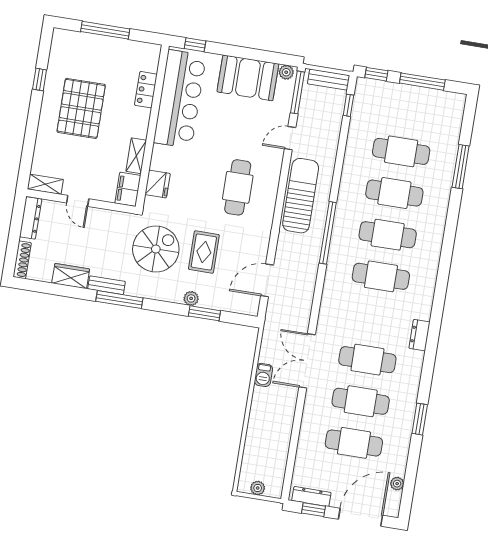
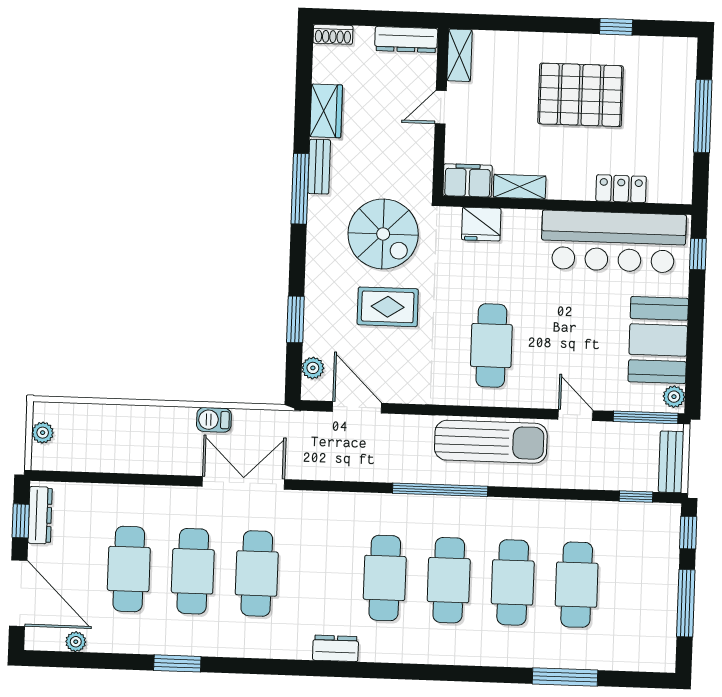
cafe table: (238, 187) -> (491, 346), turned 90
shoe rack: (22, 260) -> (333, 34), width x0.70
plant: (191, 298) -> (313, 368), moved
dresser: (419, 335) -> (336, 648), moved

